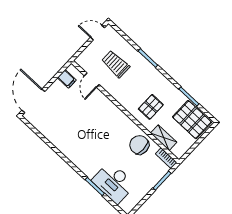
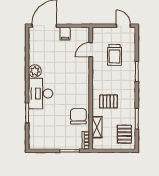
trolley: (116, 64) -> (115, 55), turned 180
filing cabinet: (67, 79) -> (65, 34), moved
pallet: (192, 120) -> (124, 134), width x0.67, depth x0.71
plant: (65, 146) -> (35, 71), added
desk: (114, 183) -> (41, 94), moved

